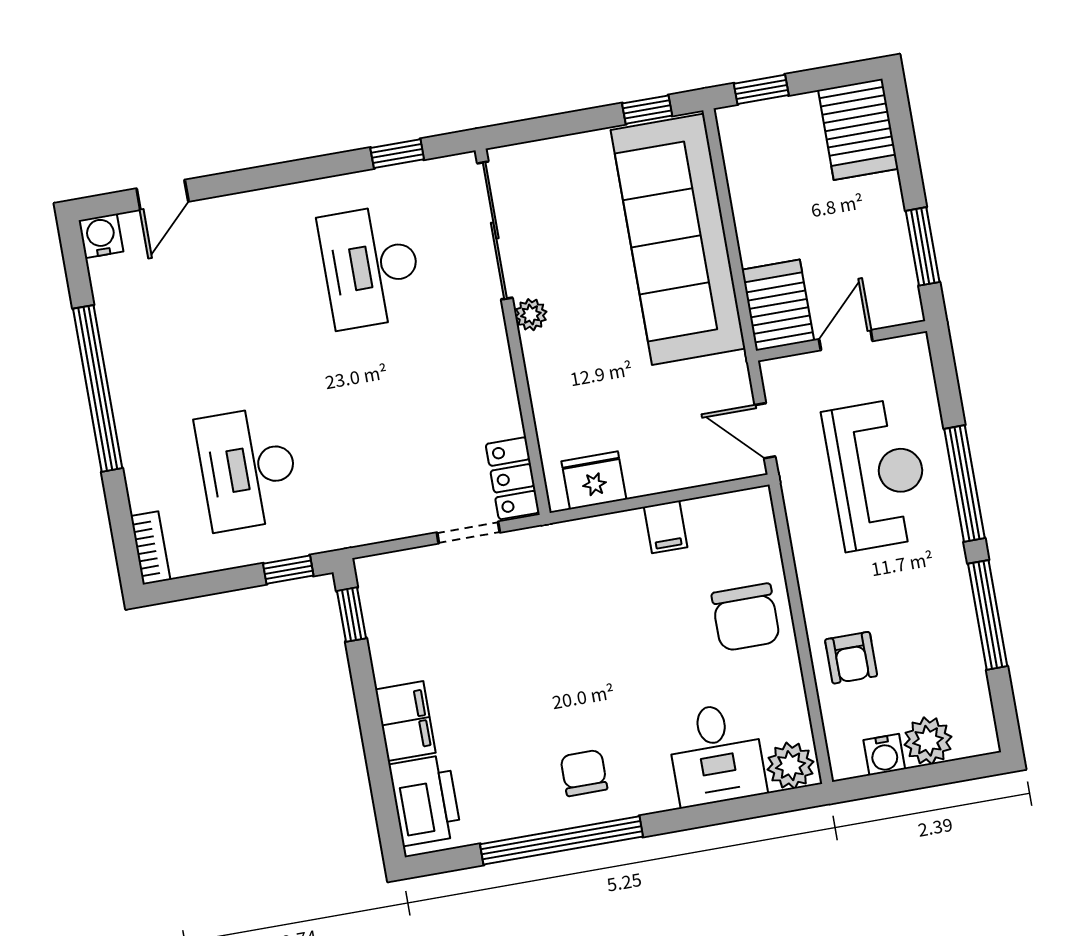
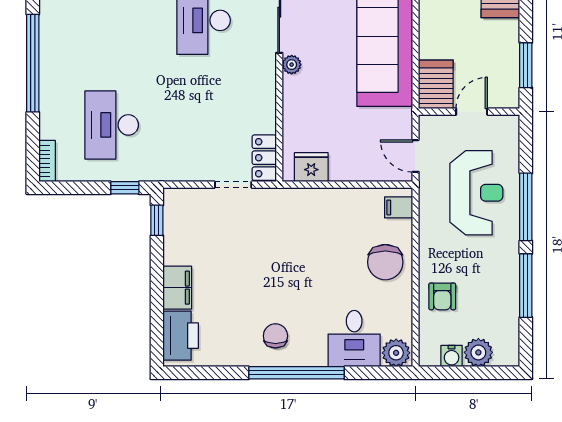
filing cabinet: (666, 527) -> (399, 207), moved, turned 90
window: (562, 840) -> (297, 373), moved

